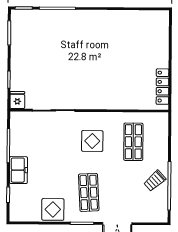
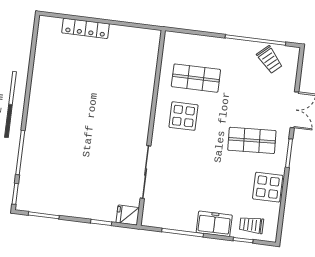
locker: (163, 87) -> (86, 28), moved
display table: (92, 141) -> (183, 116), moved
trolley: (155, 181) -> (270, 60), moved
trolley: (21, 200) -> (252, 225), added

